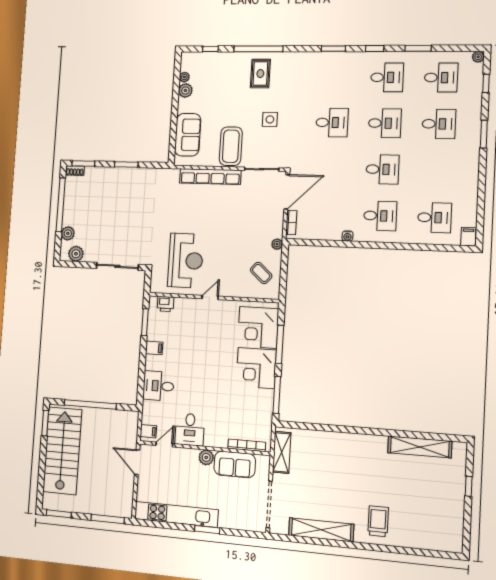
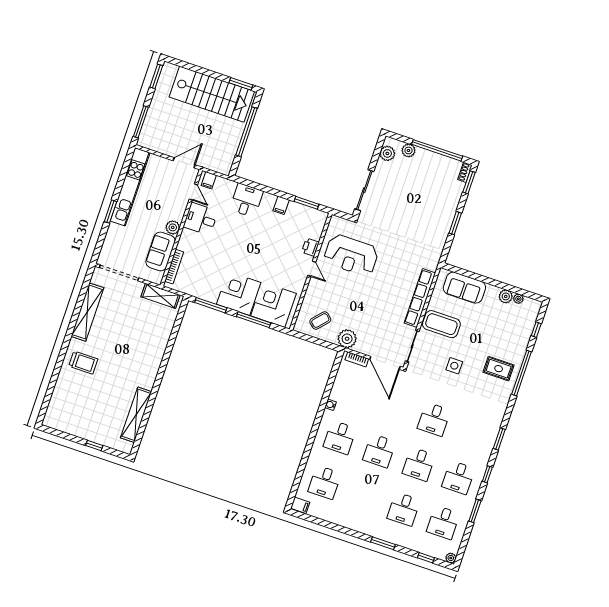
plant: (277, 244) -> (347, 339), width x1.88, depth x1.88
printer: (166, 304) -> (310, 247), moved

